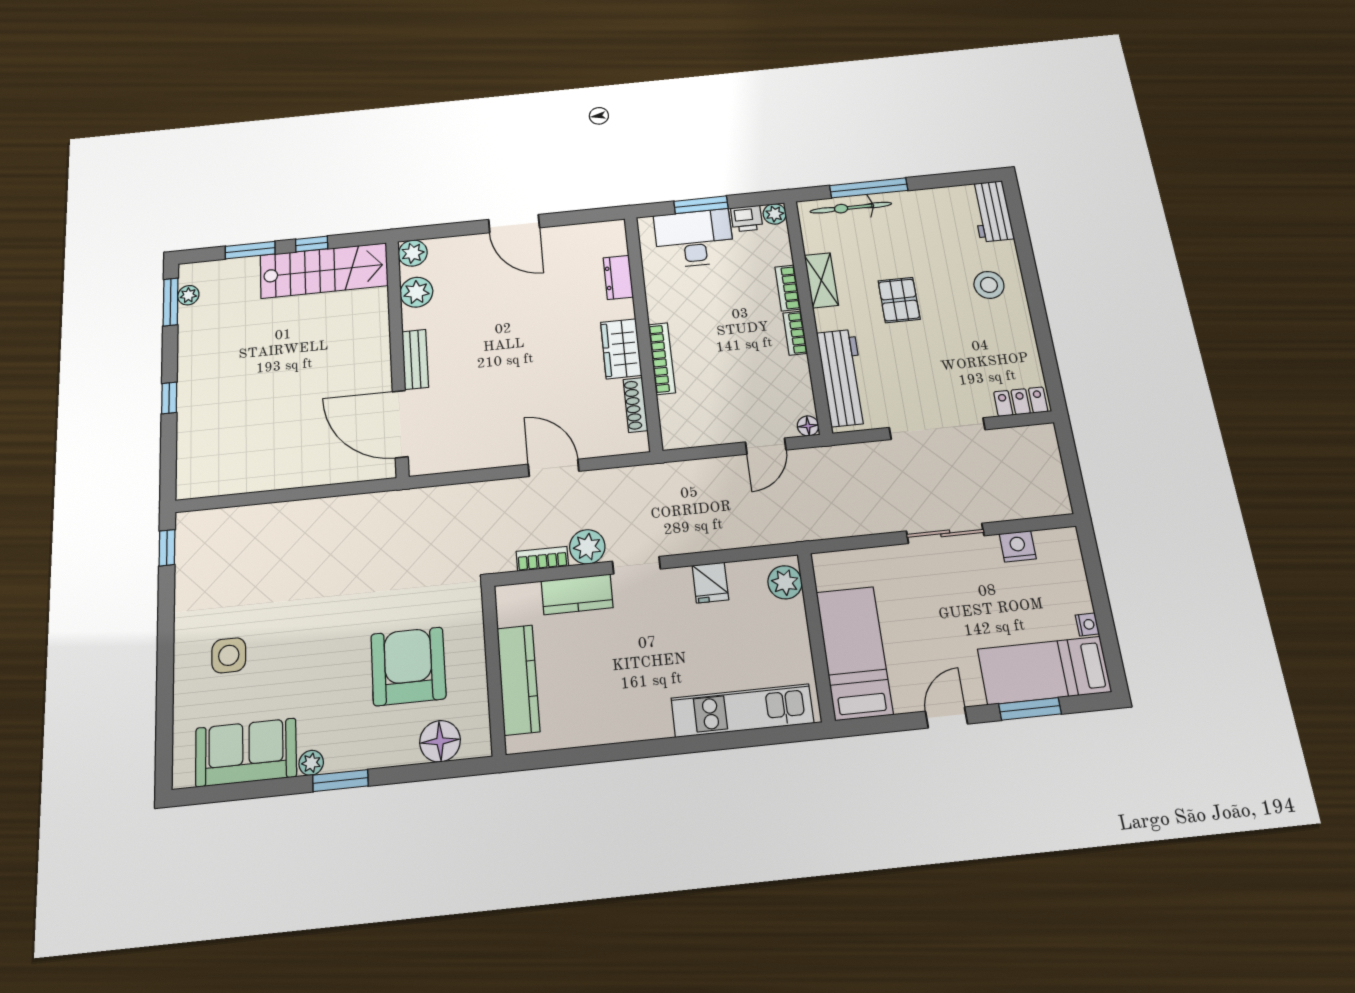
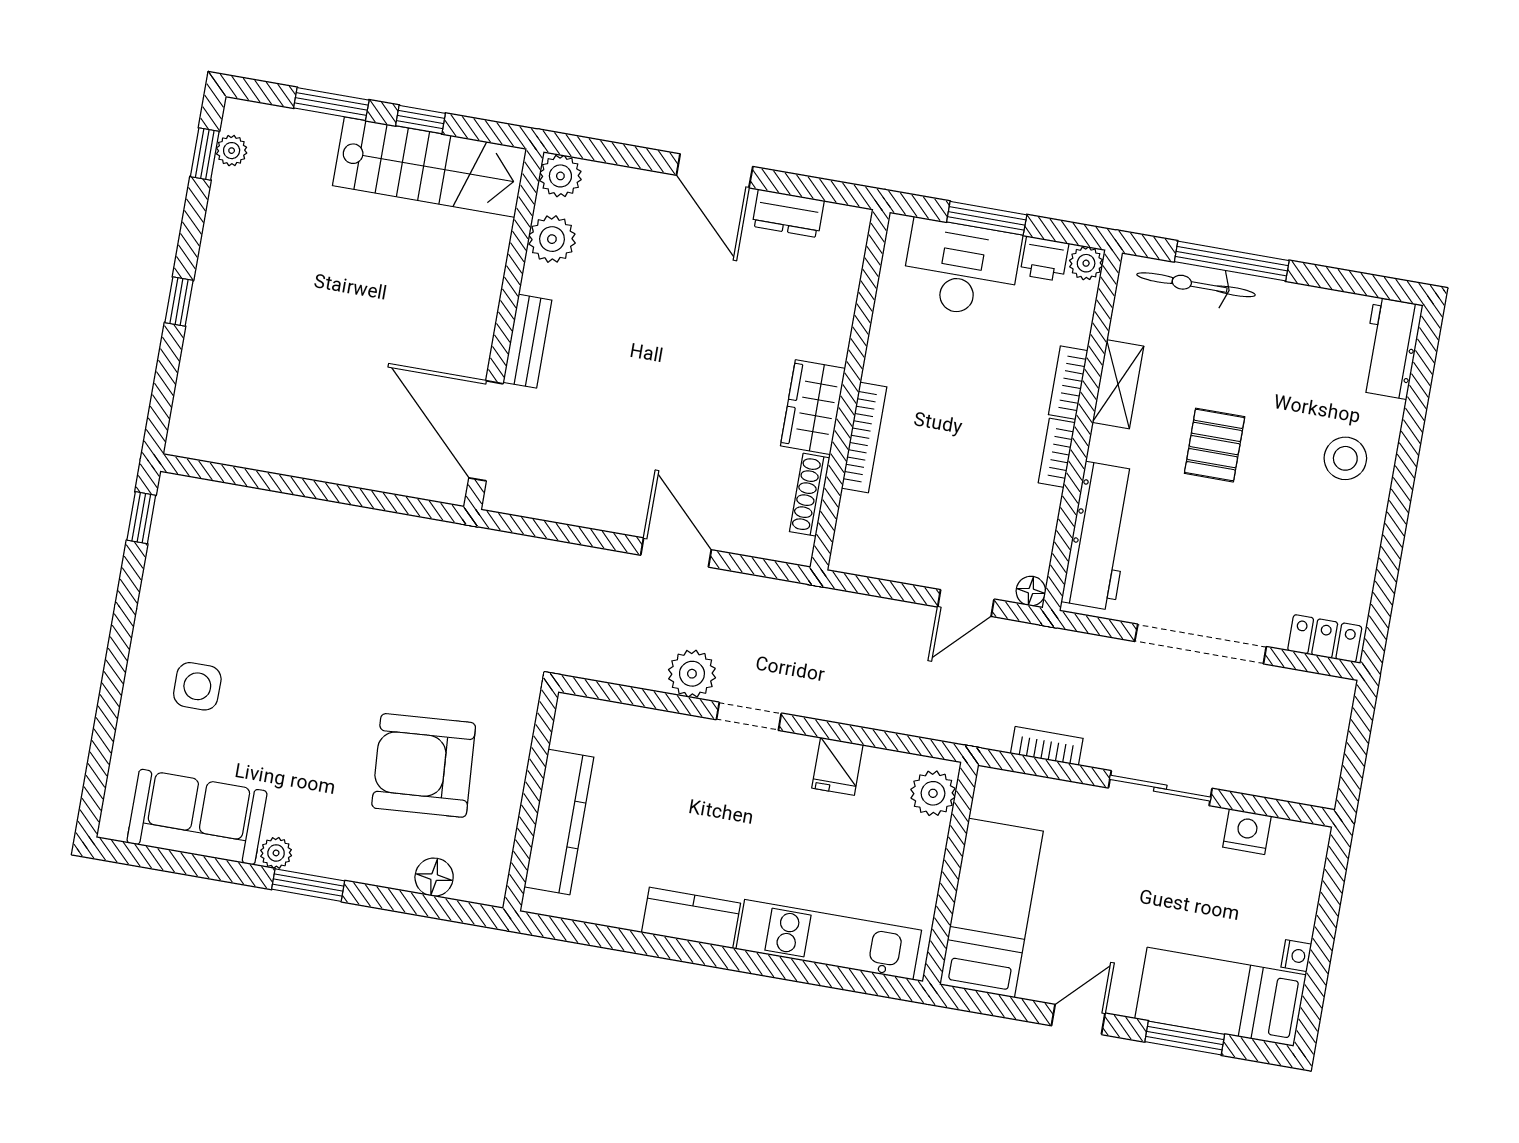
dresser: (618, 277) -> (788, 213), moved, turned -90
window: (171, 302) -> (205, 154), width x0.67
bookcase: (542, 559) -> (1047, 746), moved
kitchen counter: (577, 594) -> (691, 918), moved, turned 180
armchair: (408, 666) -> (424, 765), turned -94
floor lamp: (440, 741) -> (434, 877), width x0.73, depth x0.73

